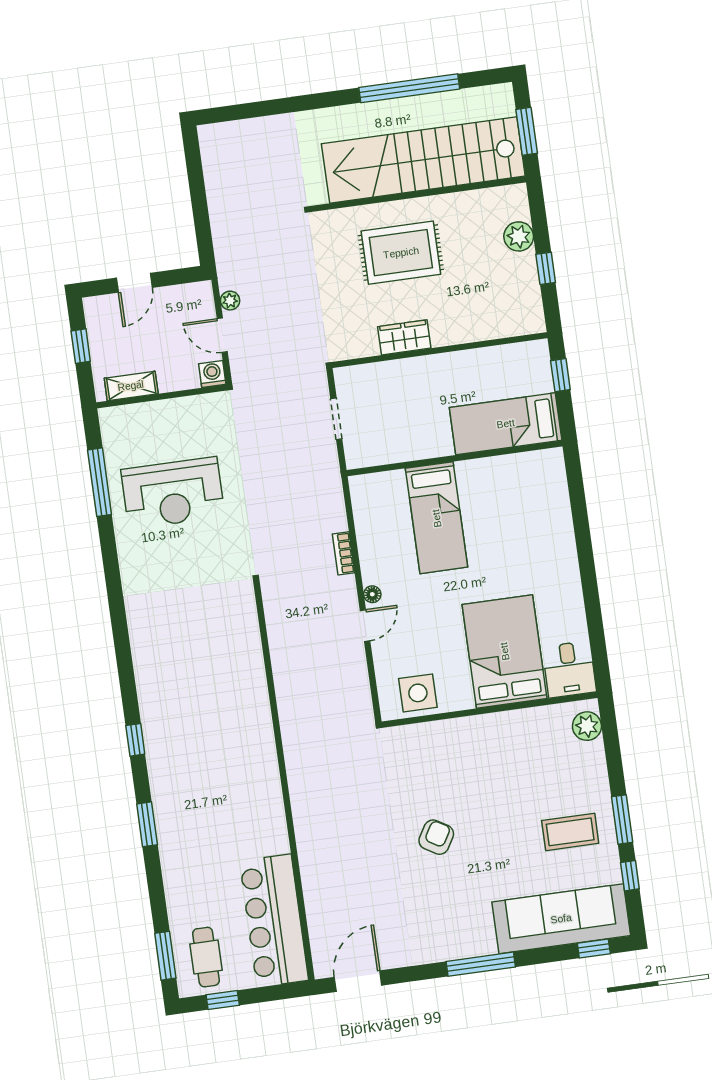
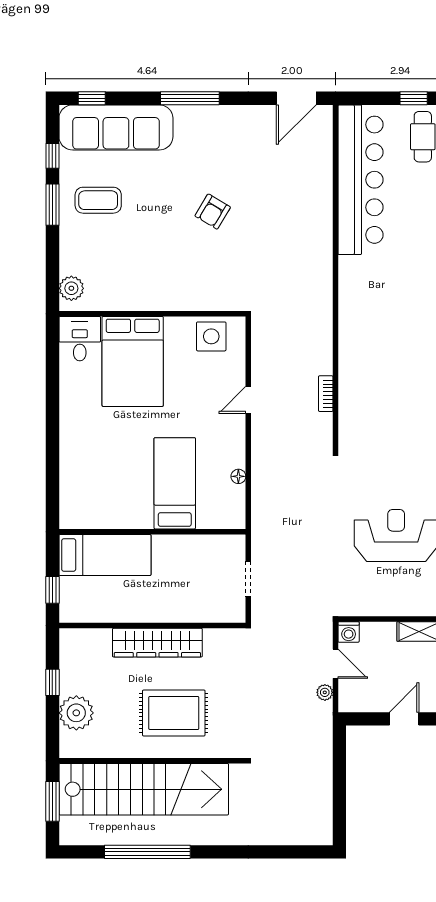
plant: (519, 236) -> (76, 713), width x1.36, depth x1.36
wardrobe: (404, 337) -> (157, 643), width x2.10, depth x1.17
bookcase: (344, 553) -> (326, 394), moved, turned 180
floor lamp: (372, 594) -> (238, 476), moved
bar counter: (274, 921) -> (361, 180), width x1.36

